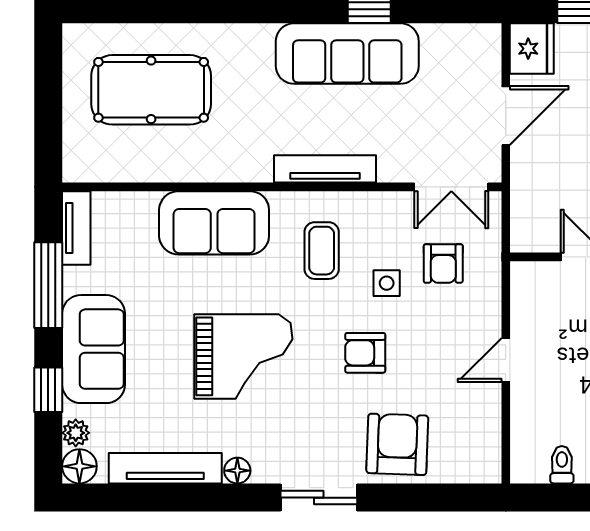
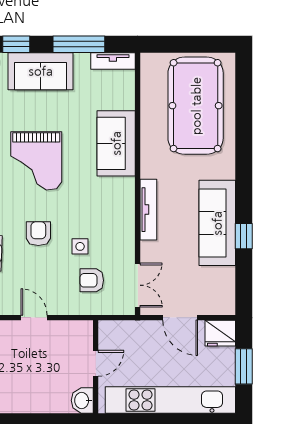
pool table: (151, 90) -> (196, 106), width x1.36, depth x1.32
double door: (451, 187) -> (138, 285), swing flipped
coffee table: (322, 251) -> (99, 208), removed

